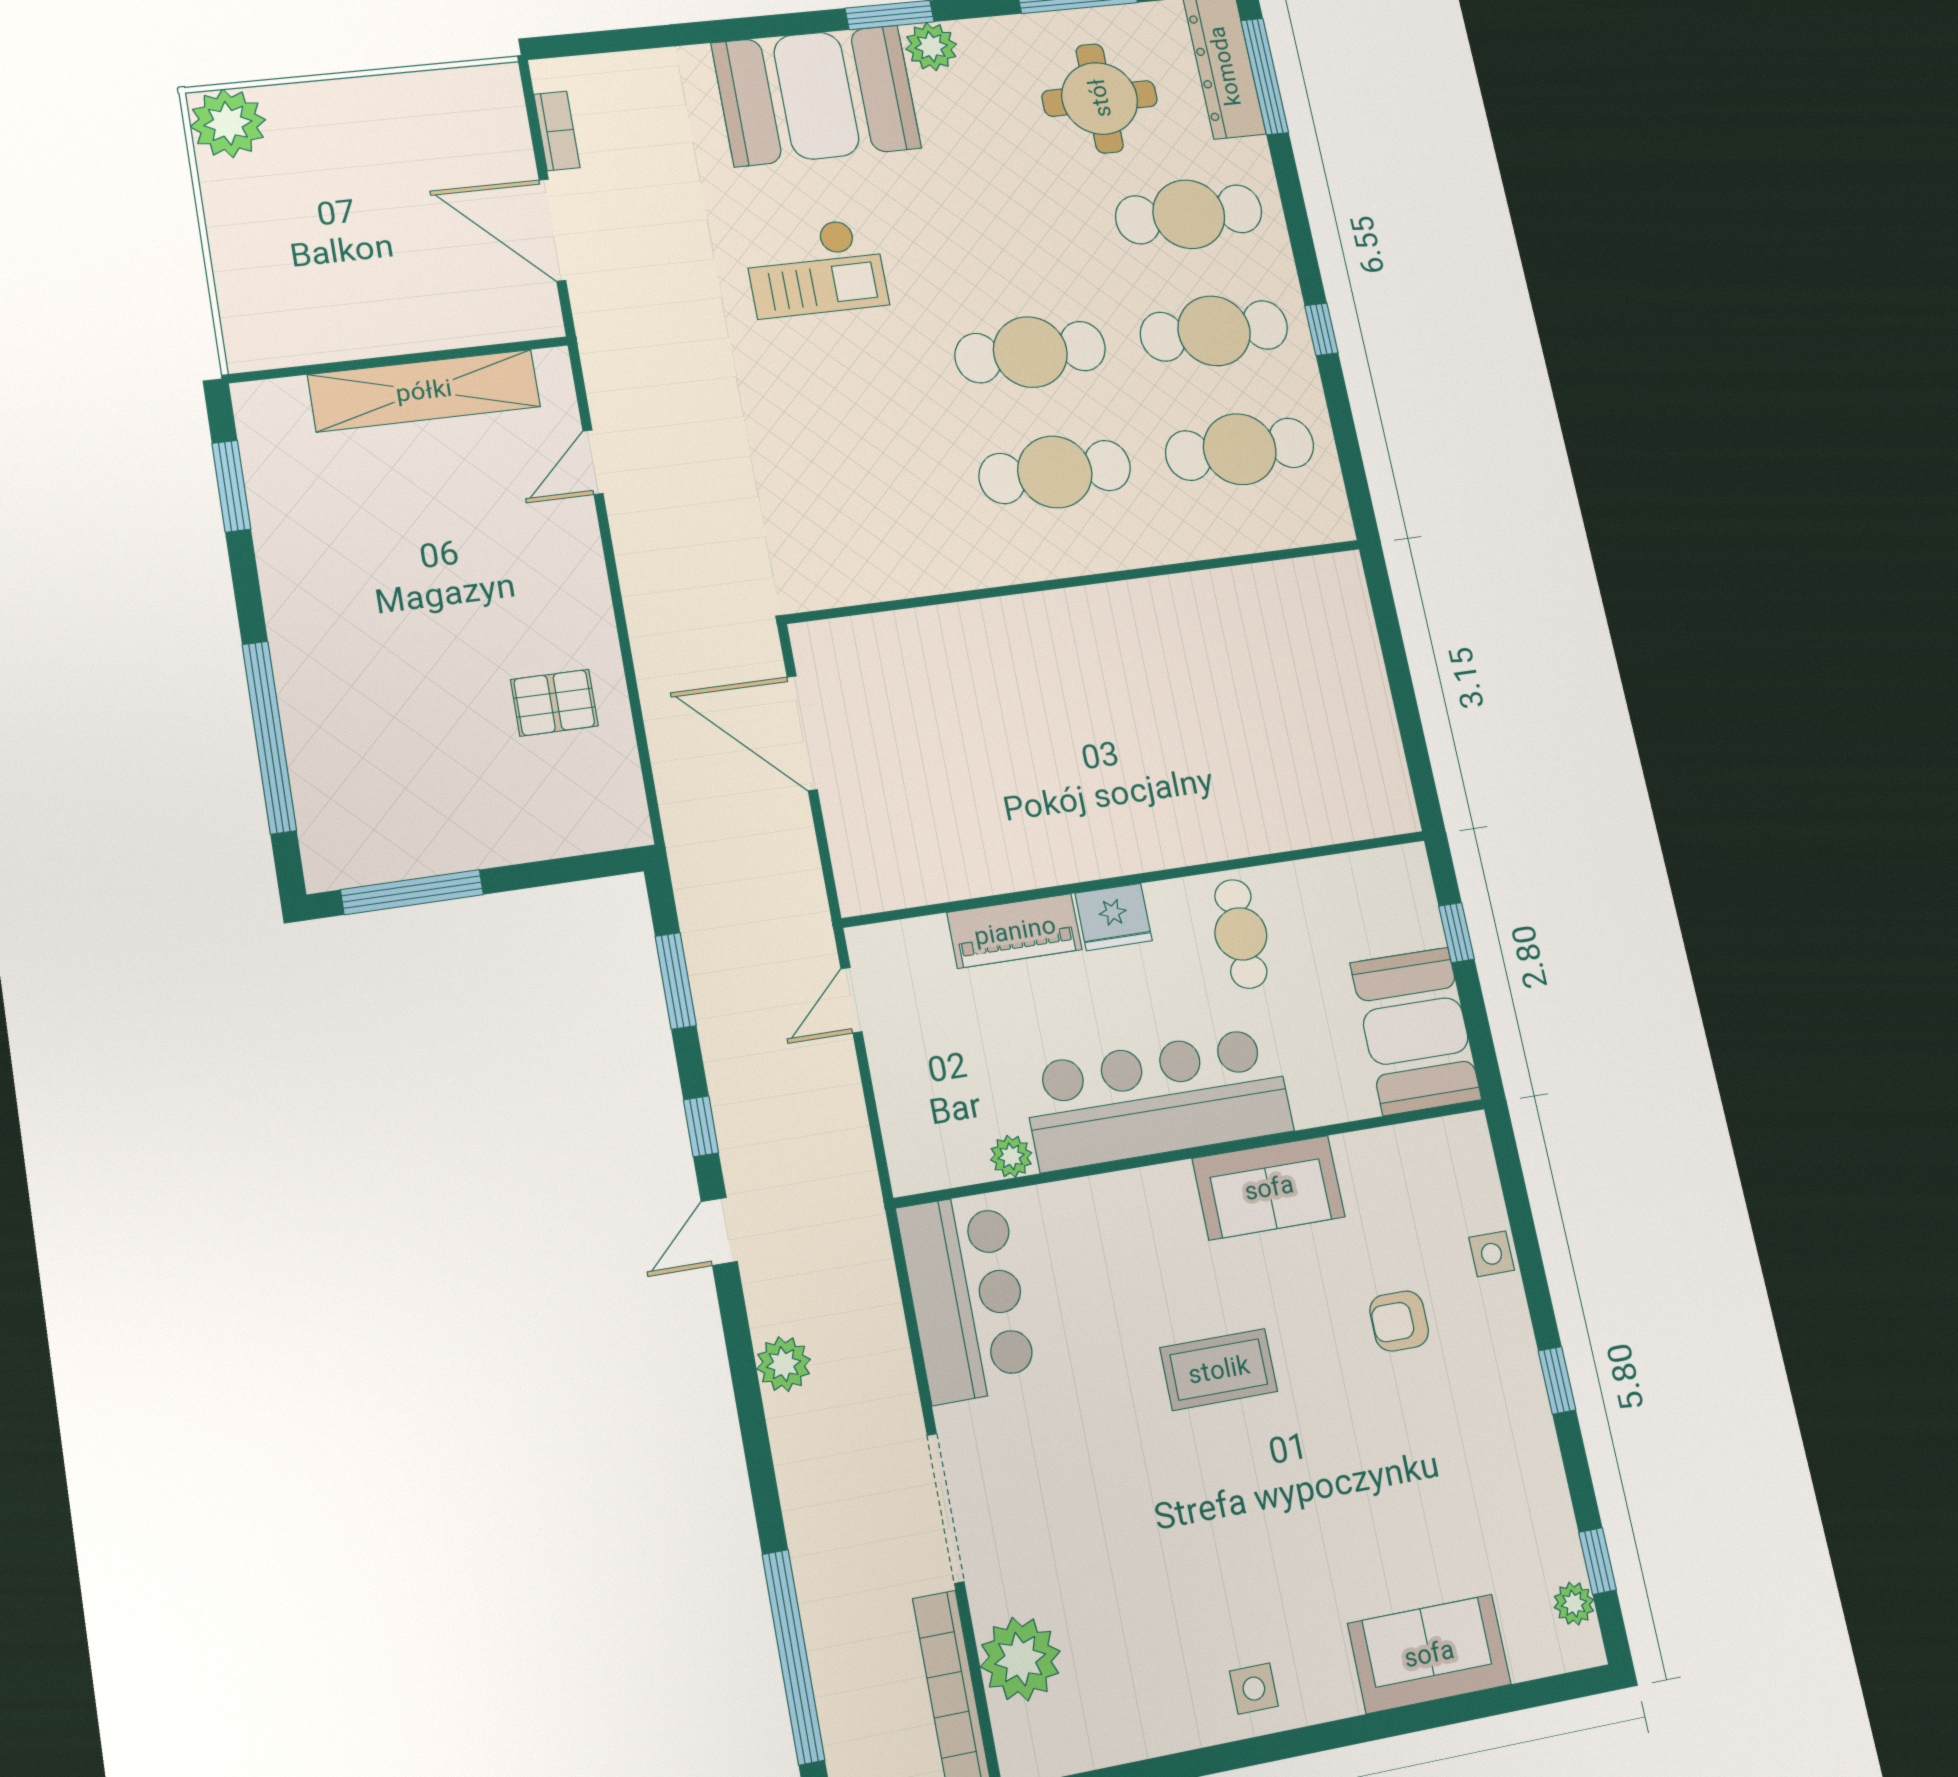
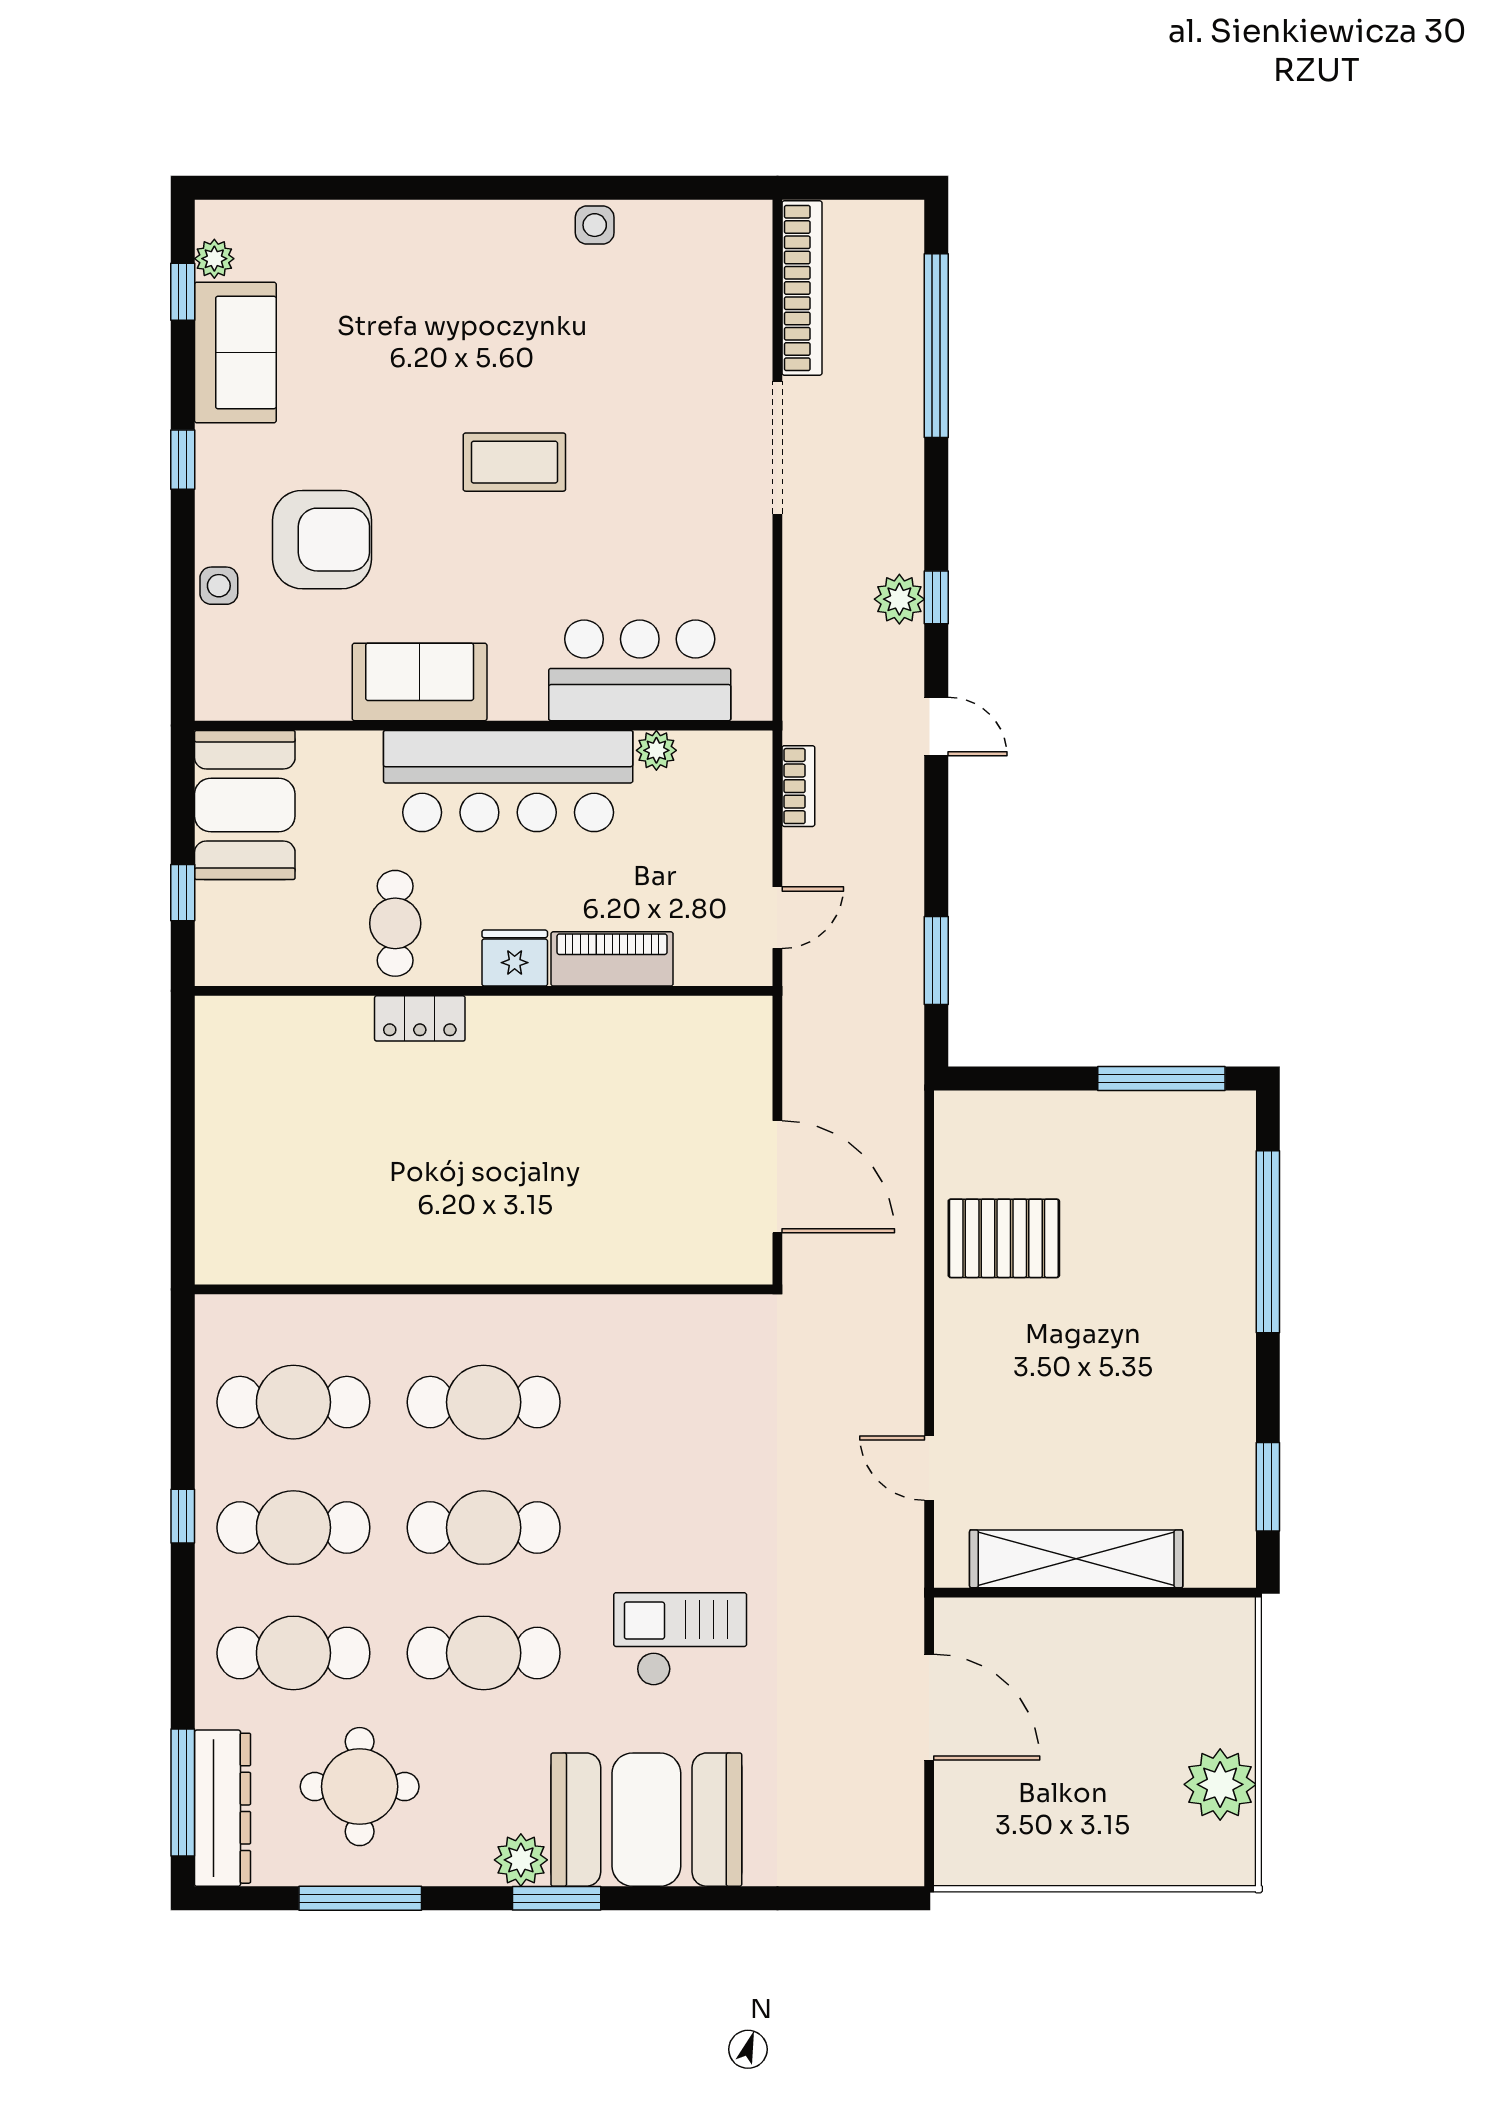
plant: (228, 123) -> (1220, 1784), moved
bookcase: (557, 131) -> (798, 786), moved, turned 180
cafe table: (1006, 234) -> (484, 1653), added
door: (593, 462) -> (929, 1468), swing flipped
pallet: (554, 703) -> (1004, 1238), width x1.50, depth x1.42
locker: (1196, 841) -> (420, 1018), added
window: (701, 1126) -> (936, 597), moved
door: (719, 1231) -> (936, 726), hinge flipped
bar counter: (967, 1297) -> (640, 670), moved, turned 90
armchair: (1399, 1321) -> (322, 540), width x1.88, depth x1.88
coffee table: (1219, 1370) -> (514, 462), moved
sofa: (1429, 1654) -> (235, 352), moved, turned -90
plant: (1020, 1659) -> (736, 306), removed
side table: (1254, 1689) -> (595, 225), moved

